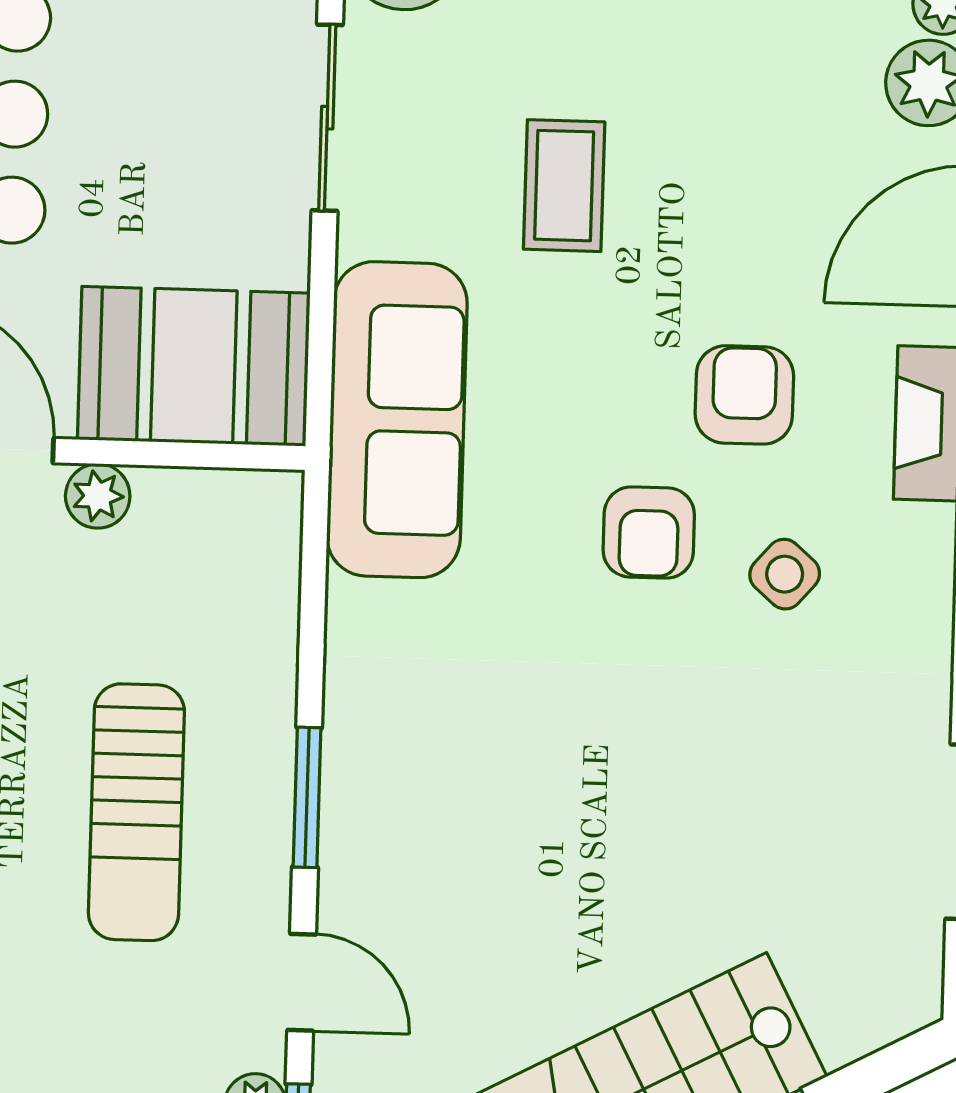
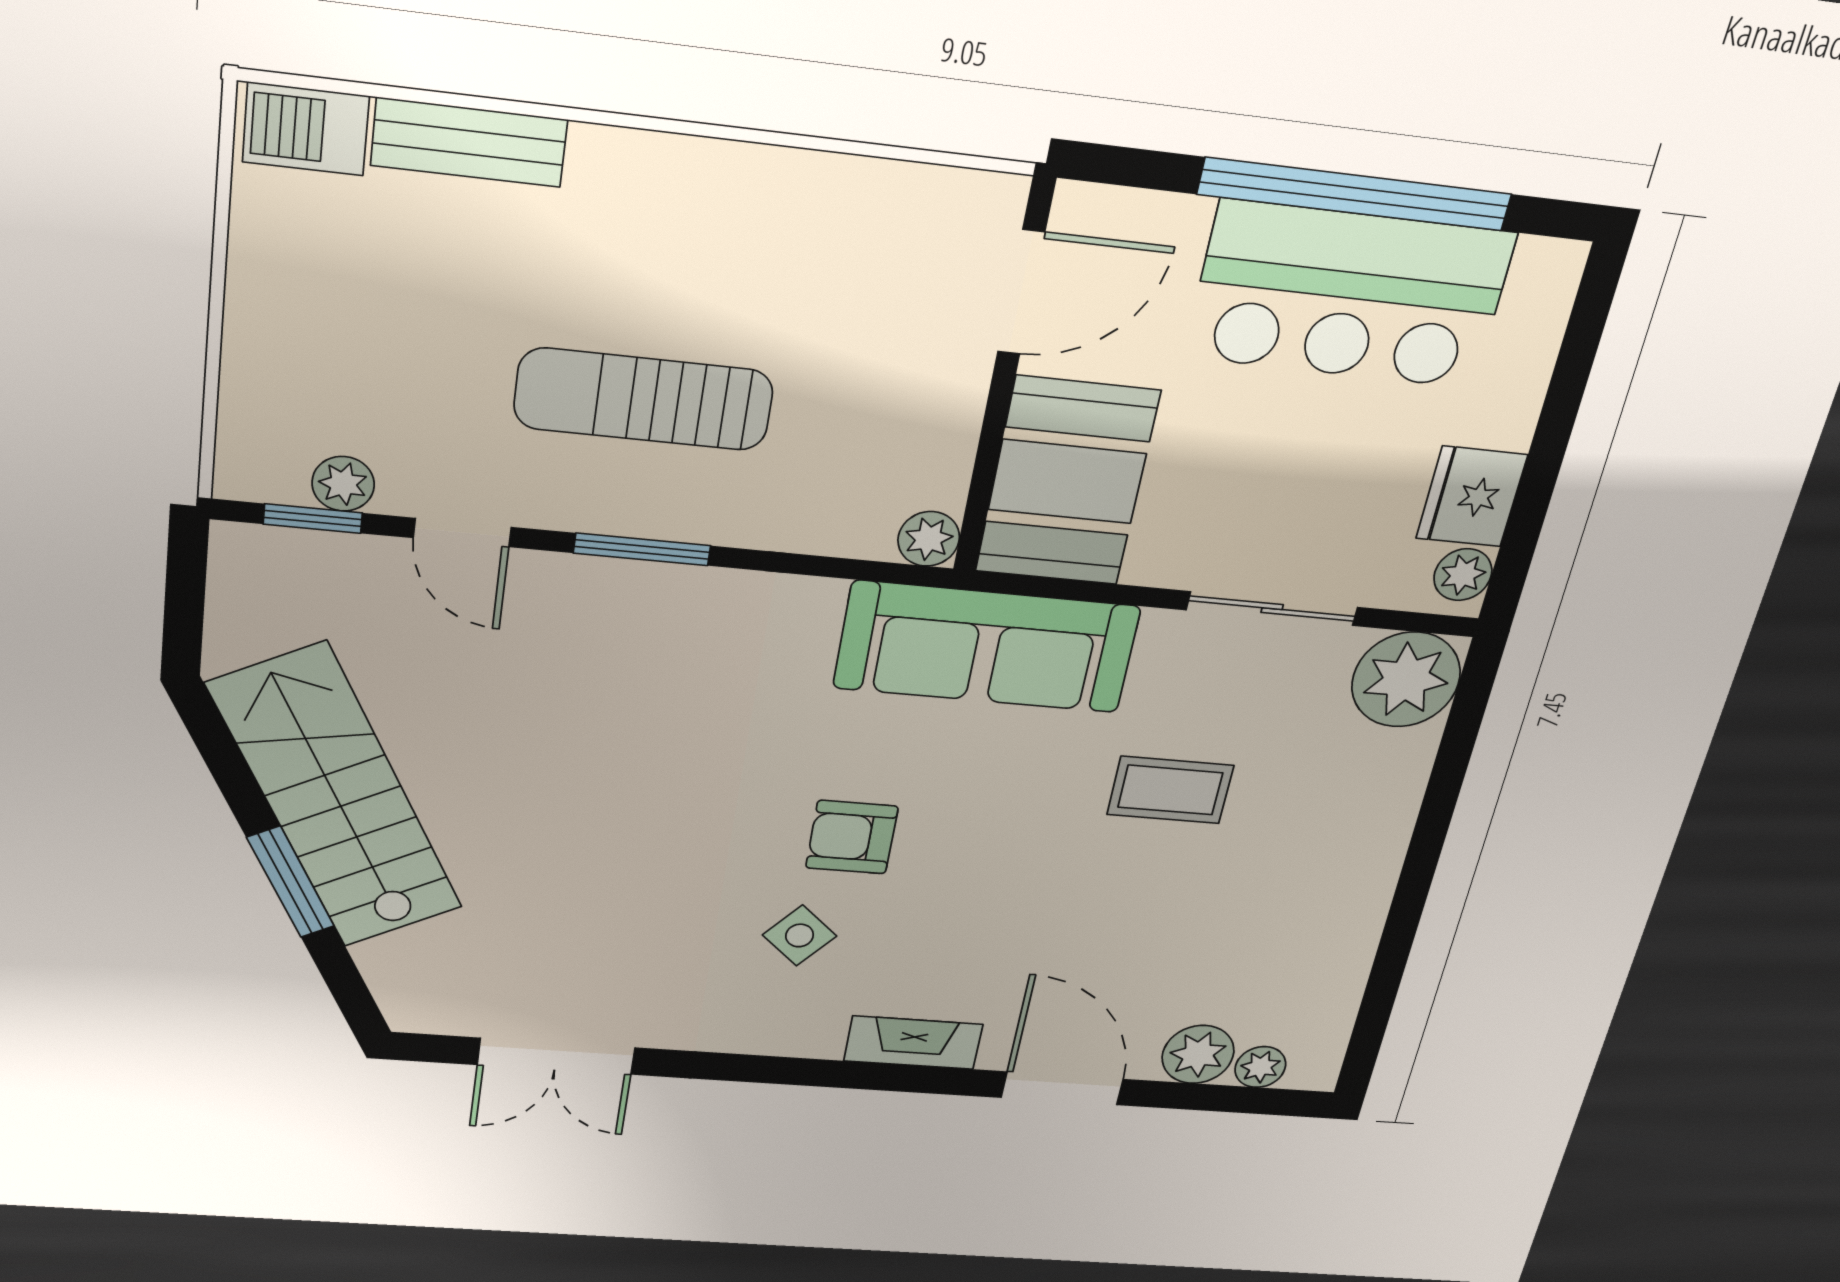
armchair: (744, 395) -> (961, 914), removed
plant: (98, 496) -> (929, 539), moved
door: (302, 982) -> (462, 533), hinge flipped

